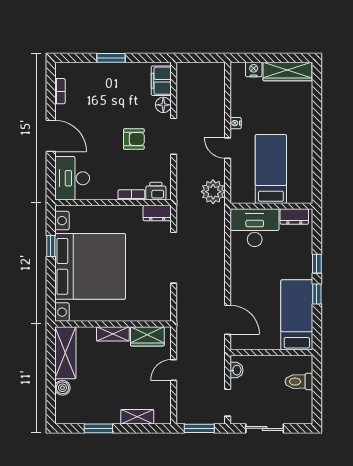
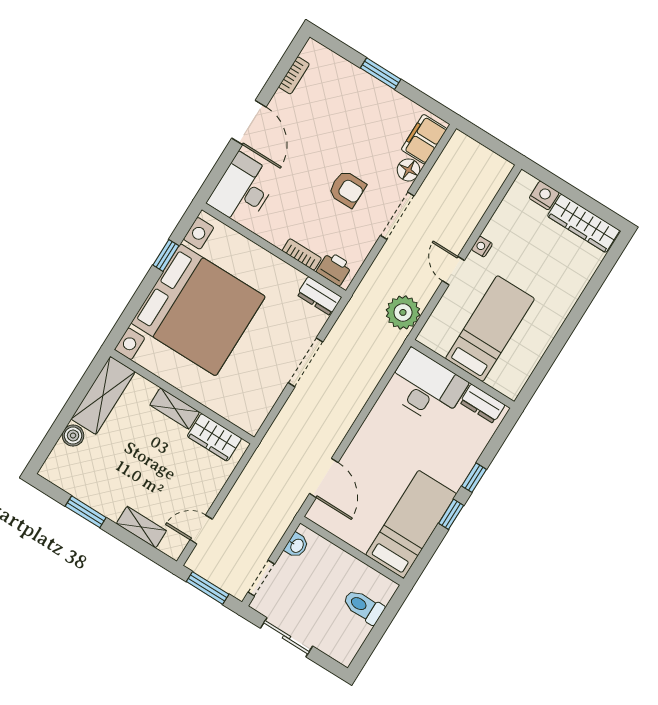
doorway: (174, 258) -> (306, 362), width x0.73
door: (174, 370) -> (201, 529), moved

